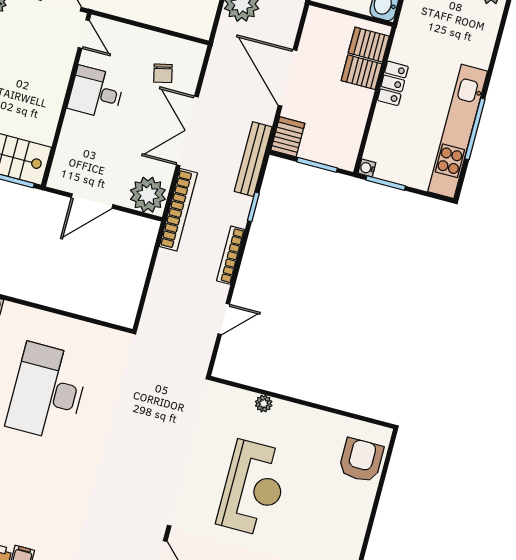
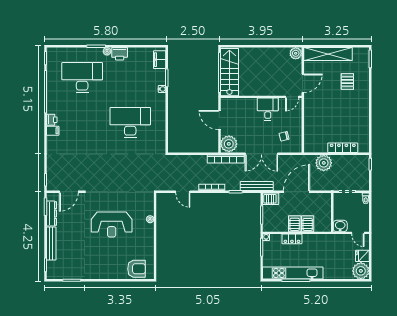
server rack: (369, 45) -> (295, 224), moved
locker: (393, 83) -> (292, 239), moved
double door: (187, 131) -> (261, 154), swing flipped

